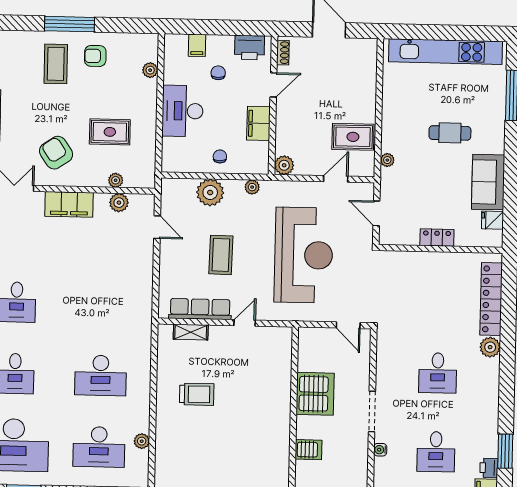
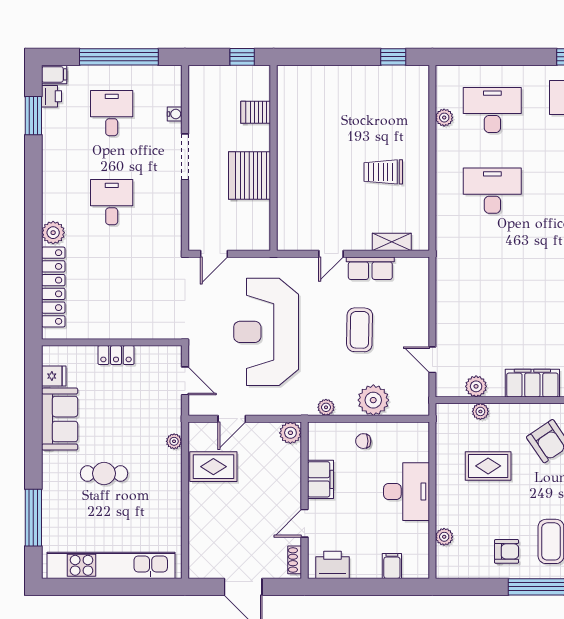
chair: (218, 73) -> (367, 536), removed
chair: (220, 156) -> (363, 441), turned 90
row of seats: (200, 309) -> (370, 268), width x0.68
door: (348, 325) -> (214, 254), swing flipped

